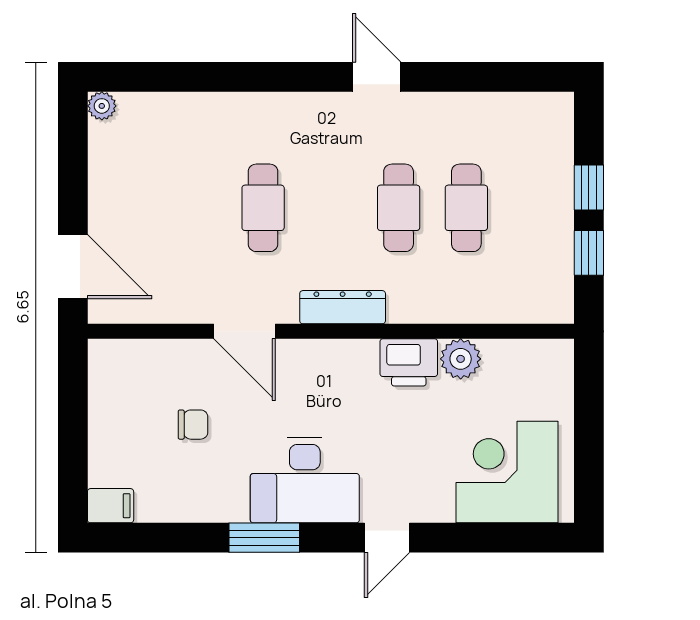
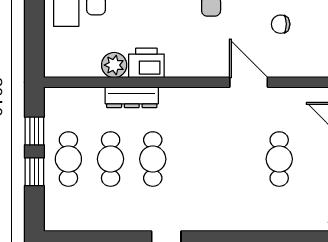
cafe table: (263, 208) -> (279, 159), moved
cafe table: (534, 208) -> (68, 159), added
dresser: (343, 307) -> (132, 97), moved

